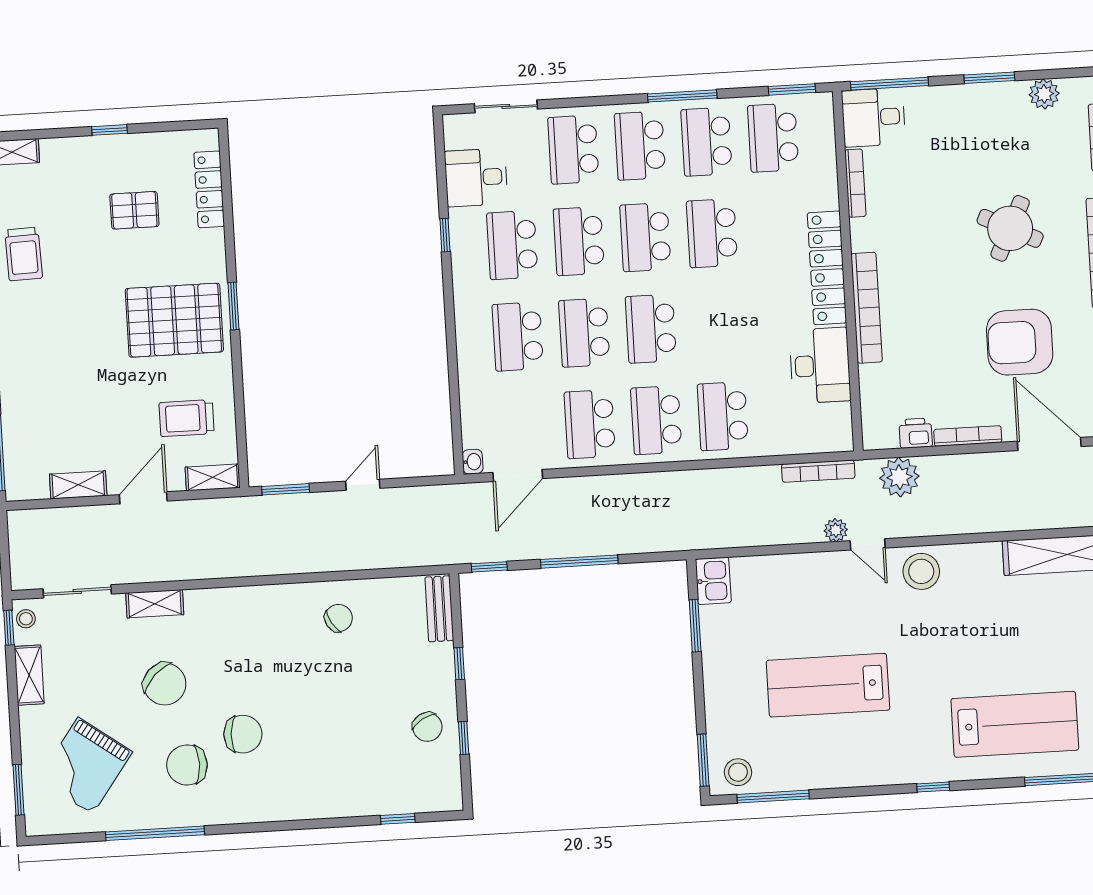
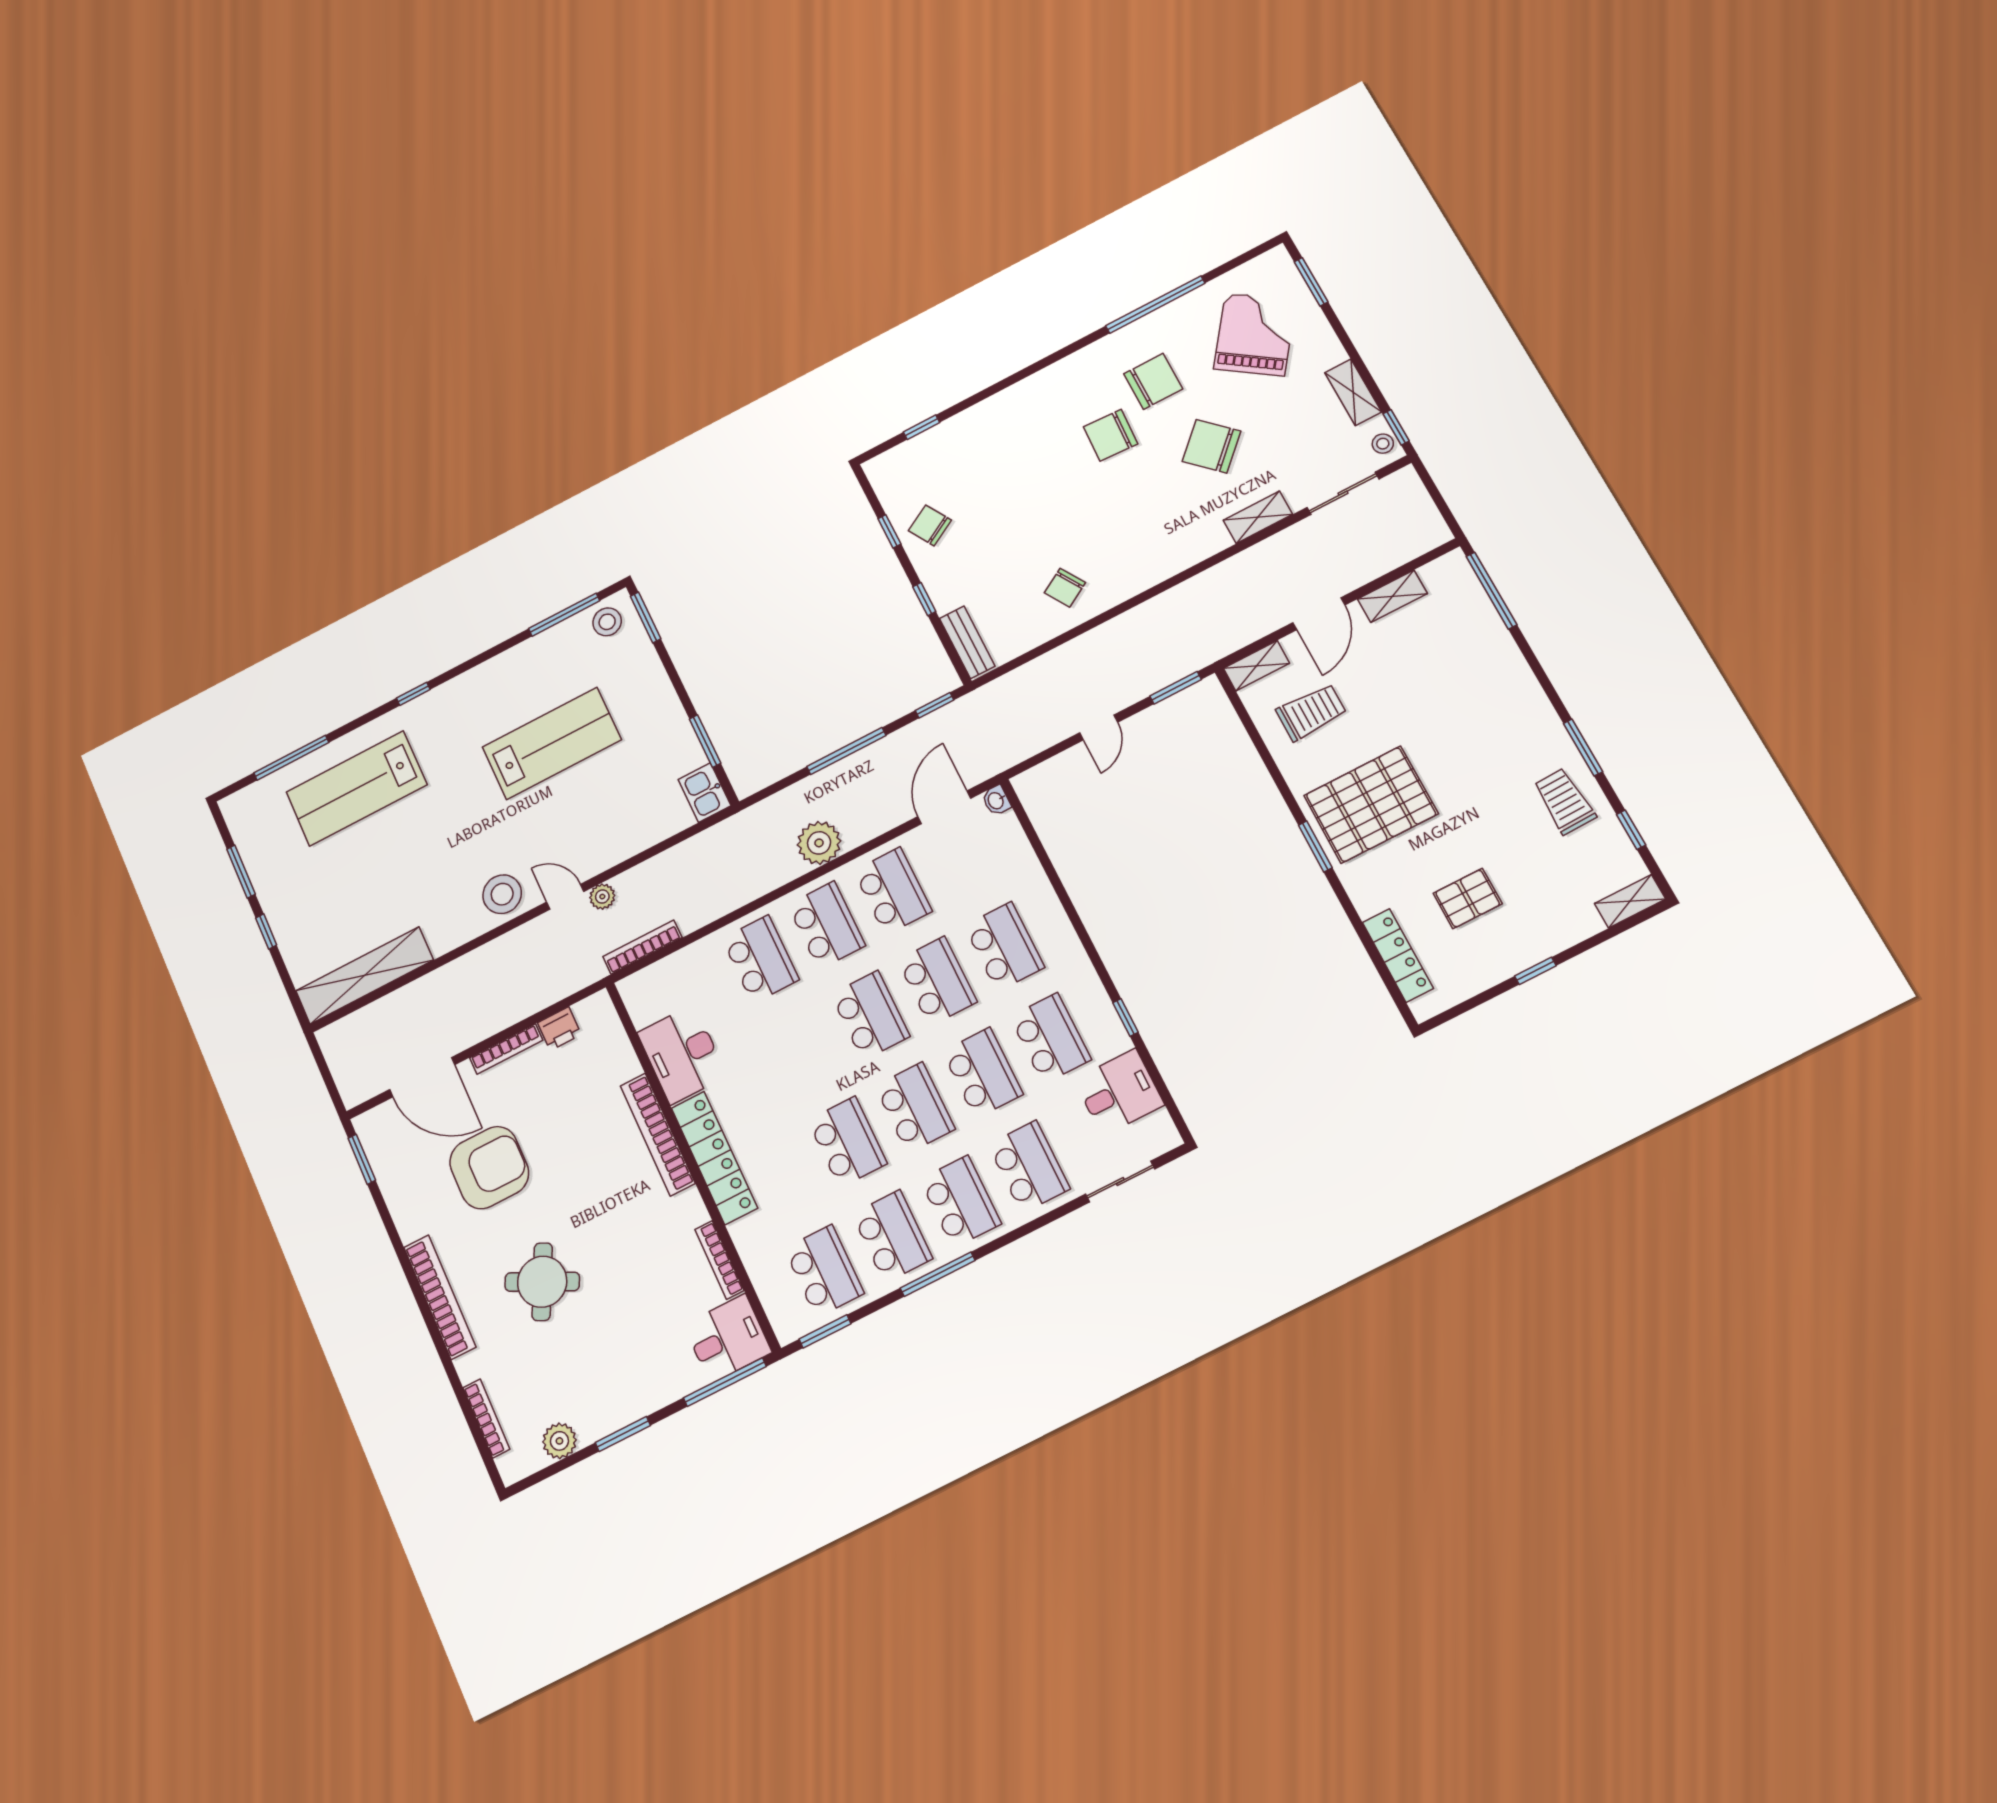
plant: (899, 477) -> (819, 843), moved

